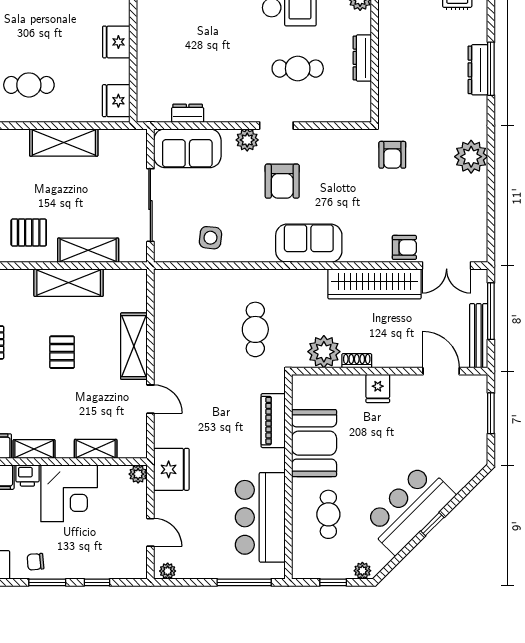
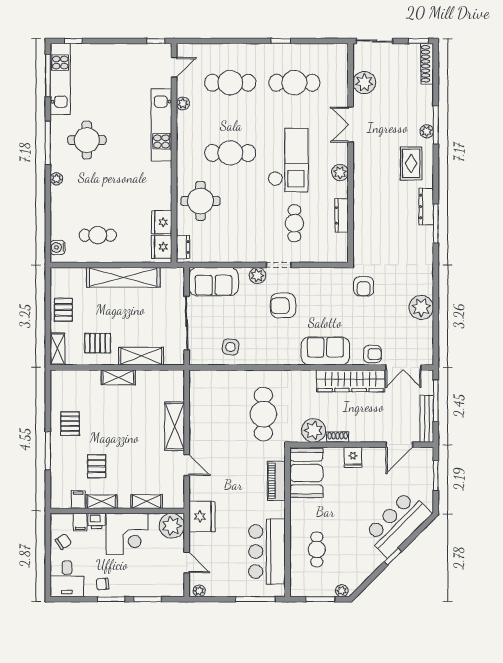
round table: (169, 38) -> (200, 201), added
fridge: (116, 42) -> (162, 222), moved
cafe table: (298, 69) -> (294, 223), turned 90
dresser: (478, 70) -> (426, 206), moved
dresser: (188, 113) -> (183, 247), moved, turned 90
shelving: (64, 142) -> (123, 277), width x1.47
plant: (471, 157) -> (421, 308), moved
armchair: (282, 181) -> (283, 306), turned 88
sofa: (309, 243) -> (325, 351), moved
shelving: (69, 283) -> (118, 377), width x0.67, depth x0.75
cafe table: (255, 329) -> (263, 414), width x1.37, depth x1.35
pallet: (62, 352) -> (97, 466), moved
door: (441, 371) -> (399, 445), swing flipped
booth: (314, 443) -> (306, 473), moved
plant: (138, 474) -> (172, 526), width x1.88, depth x1.88
bar counter: (409, 509) -> (398, 524), moved
window: (97, 582) -> (147, 599), width x1.50
window: (333, 582) -> (320, 599), width x1.50

